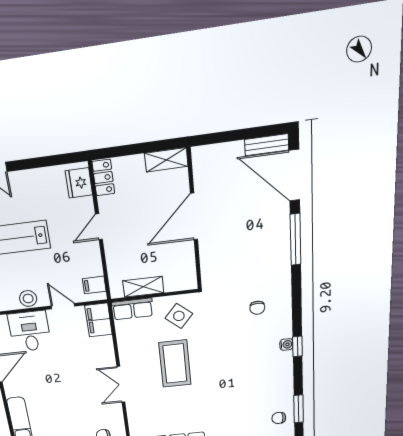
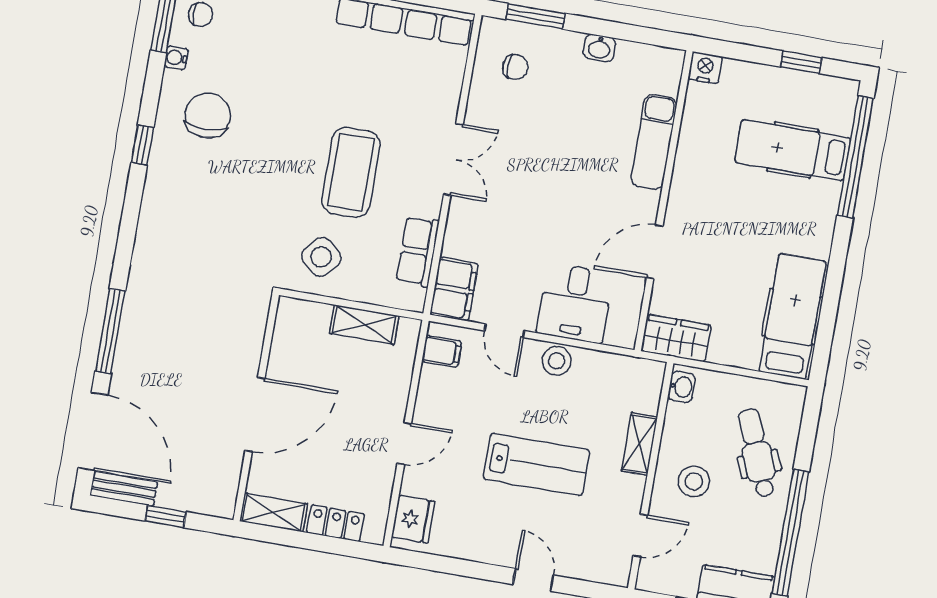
window: (235, 135) -> (166, 516), added
locker: (103, 178) -> (336, 523), moved, turned 90
chair: (257, 308) -> (208, 115), moved, width x1.87, depth x1.87
row of seats: (133, 309) -> (418, 251), moved, turned -90
water cooler: (286, 344) -> (176, 58), moved

